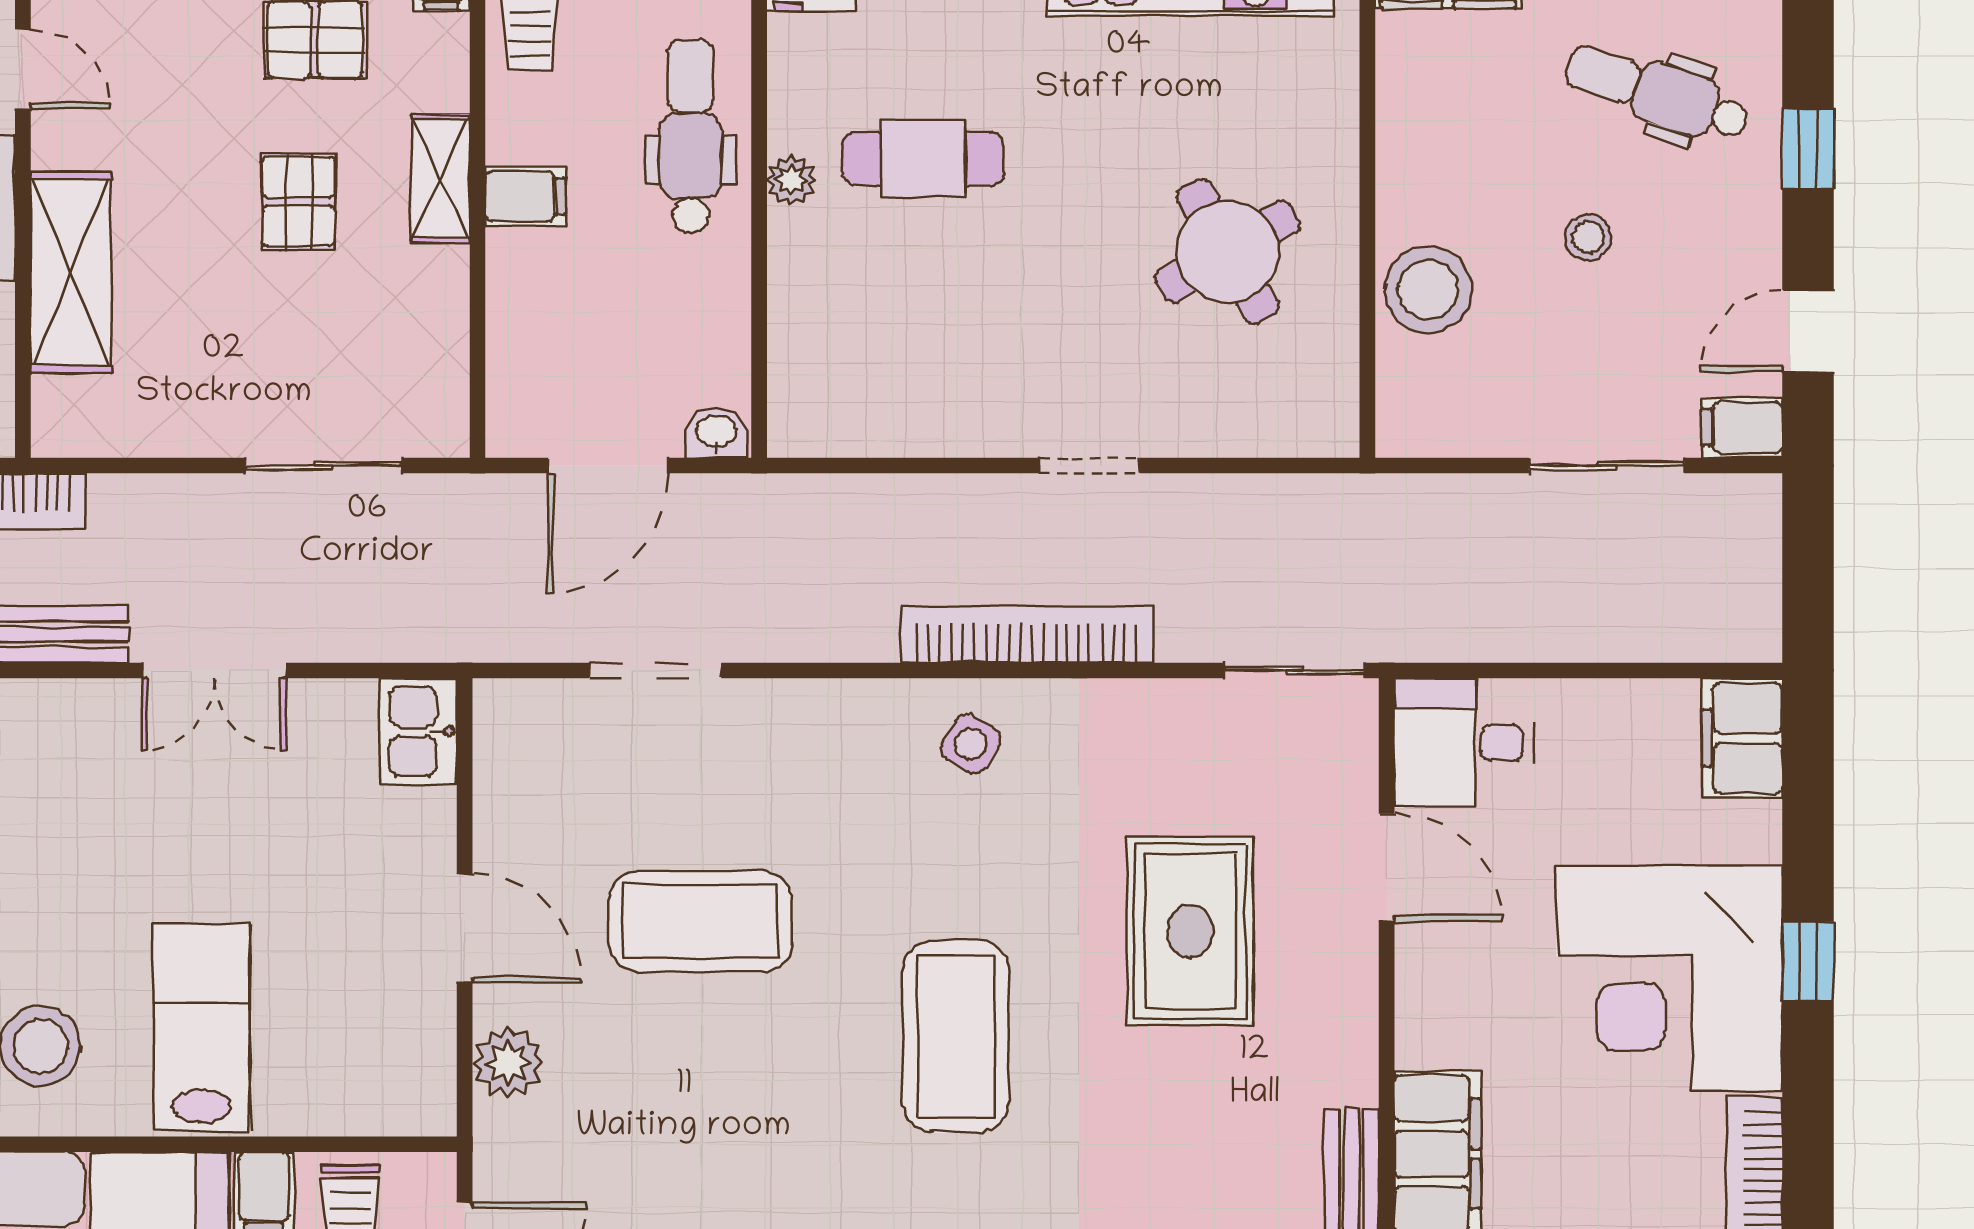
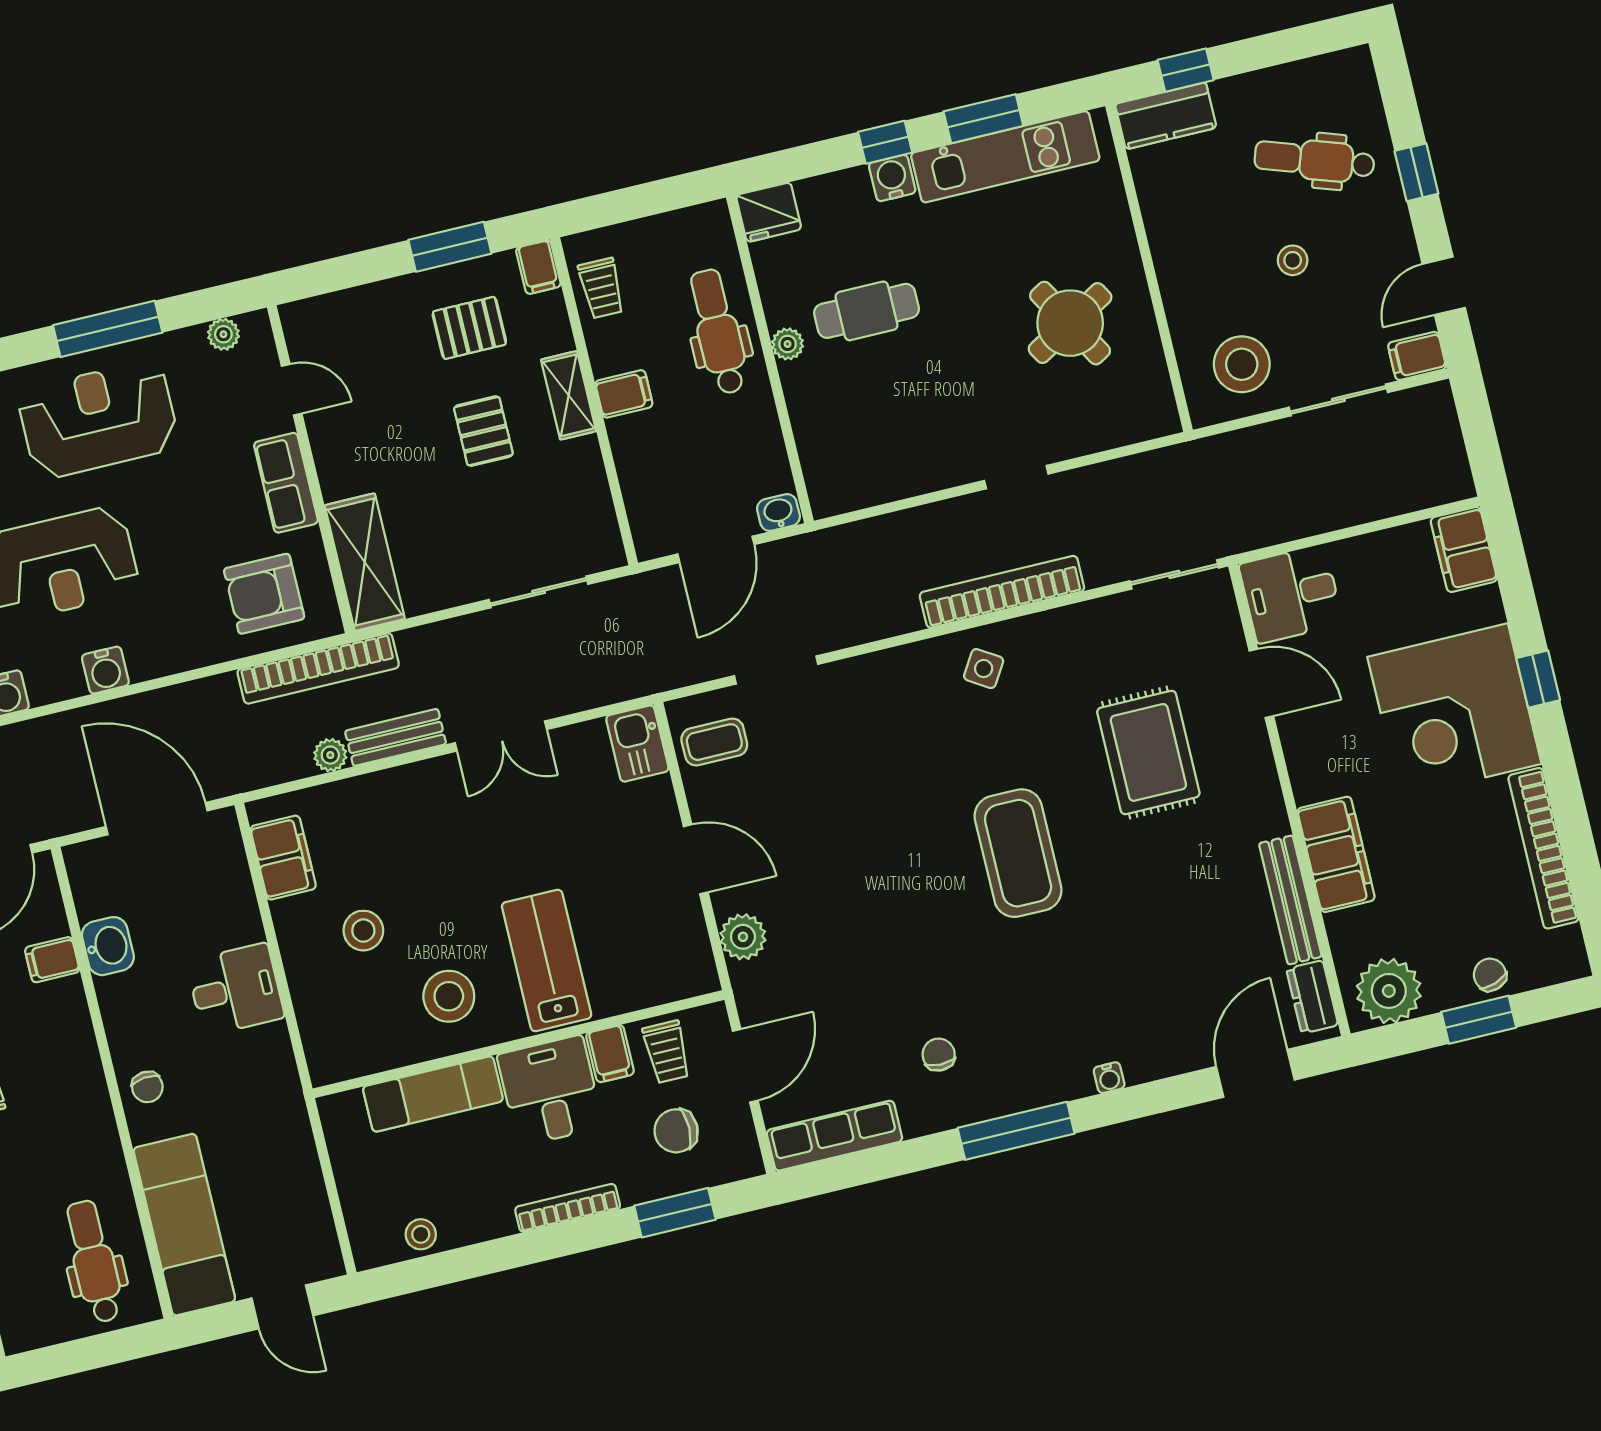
shelving: (71, 272) -> (365, 562), moved
stool: (1428, 290) -> (1242, 364), moved
coffee table: (700, 921) -> (714, 742), moved, width x0.54, depth x0.58

